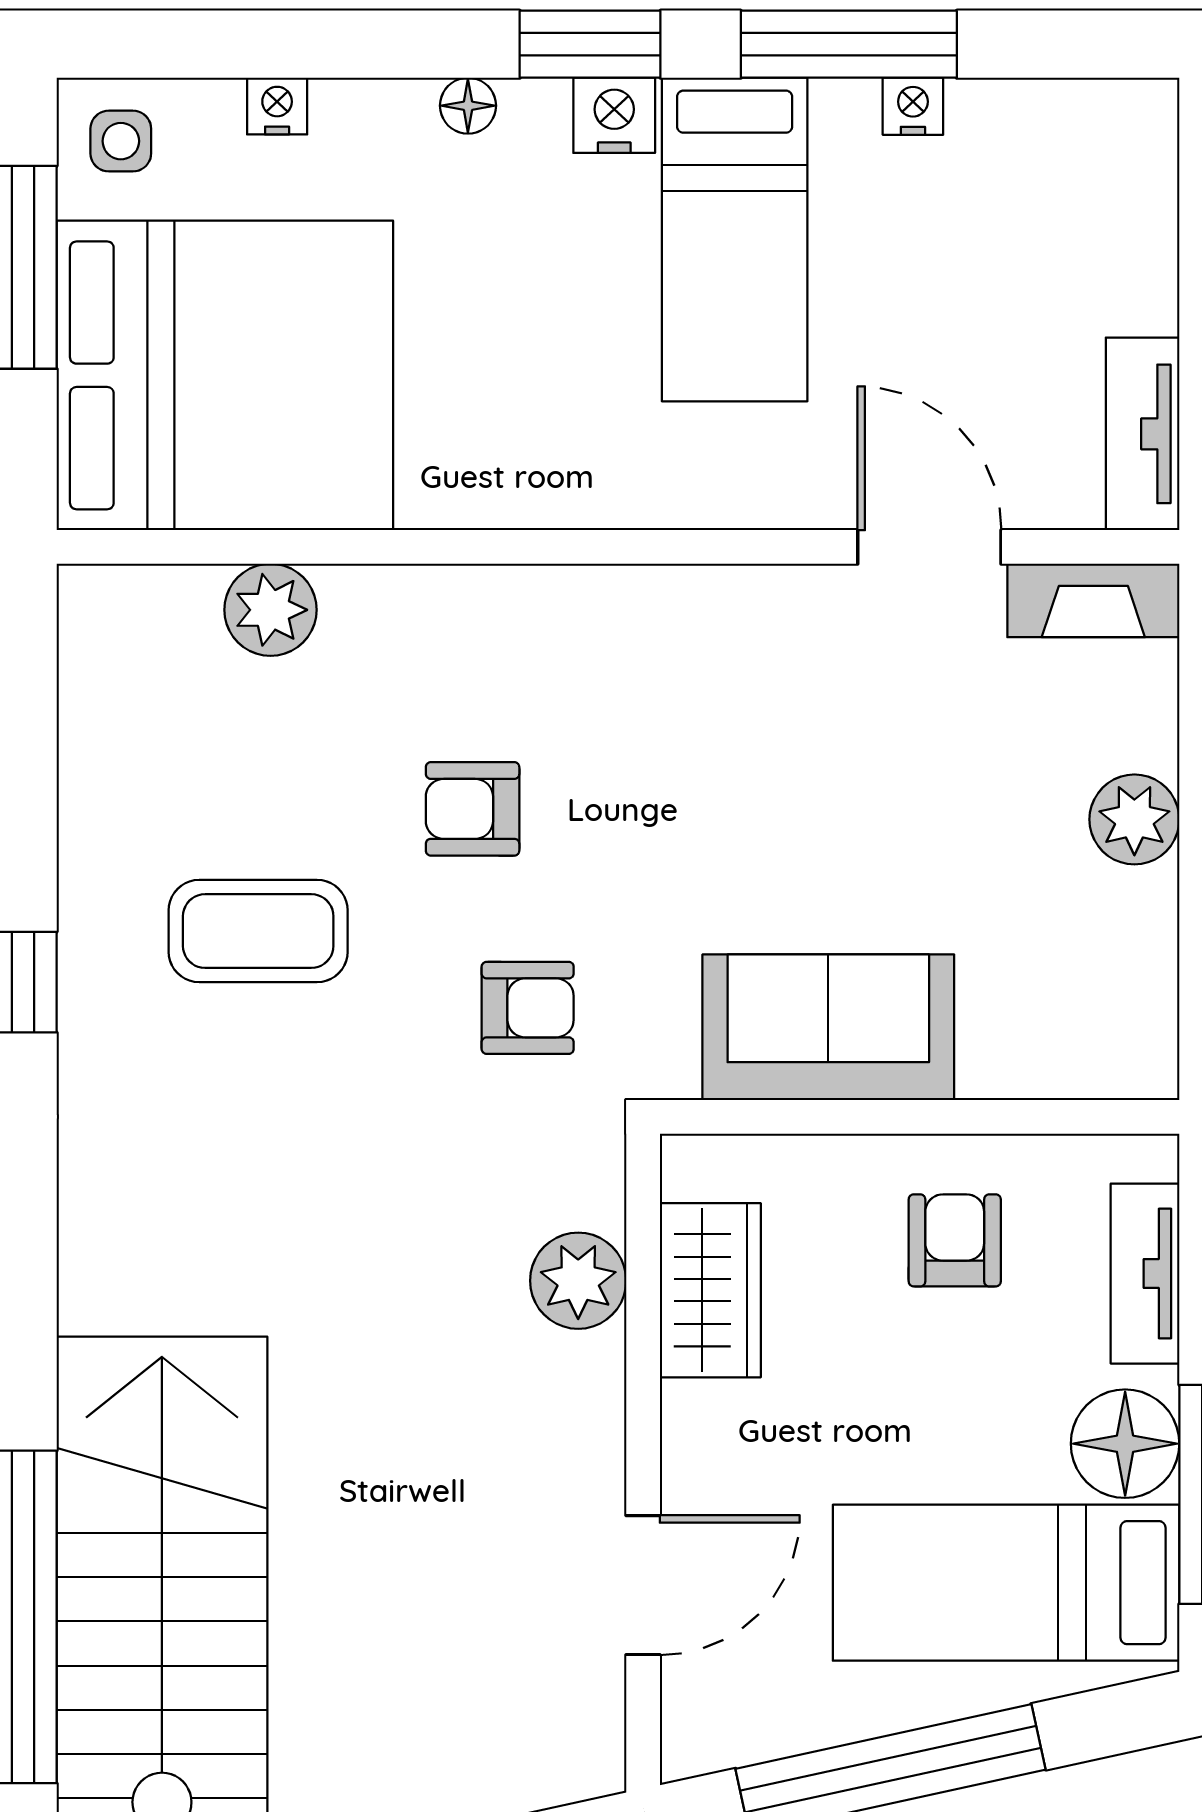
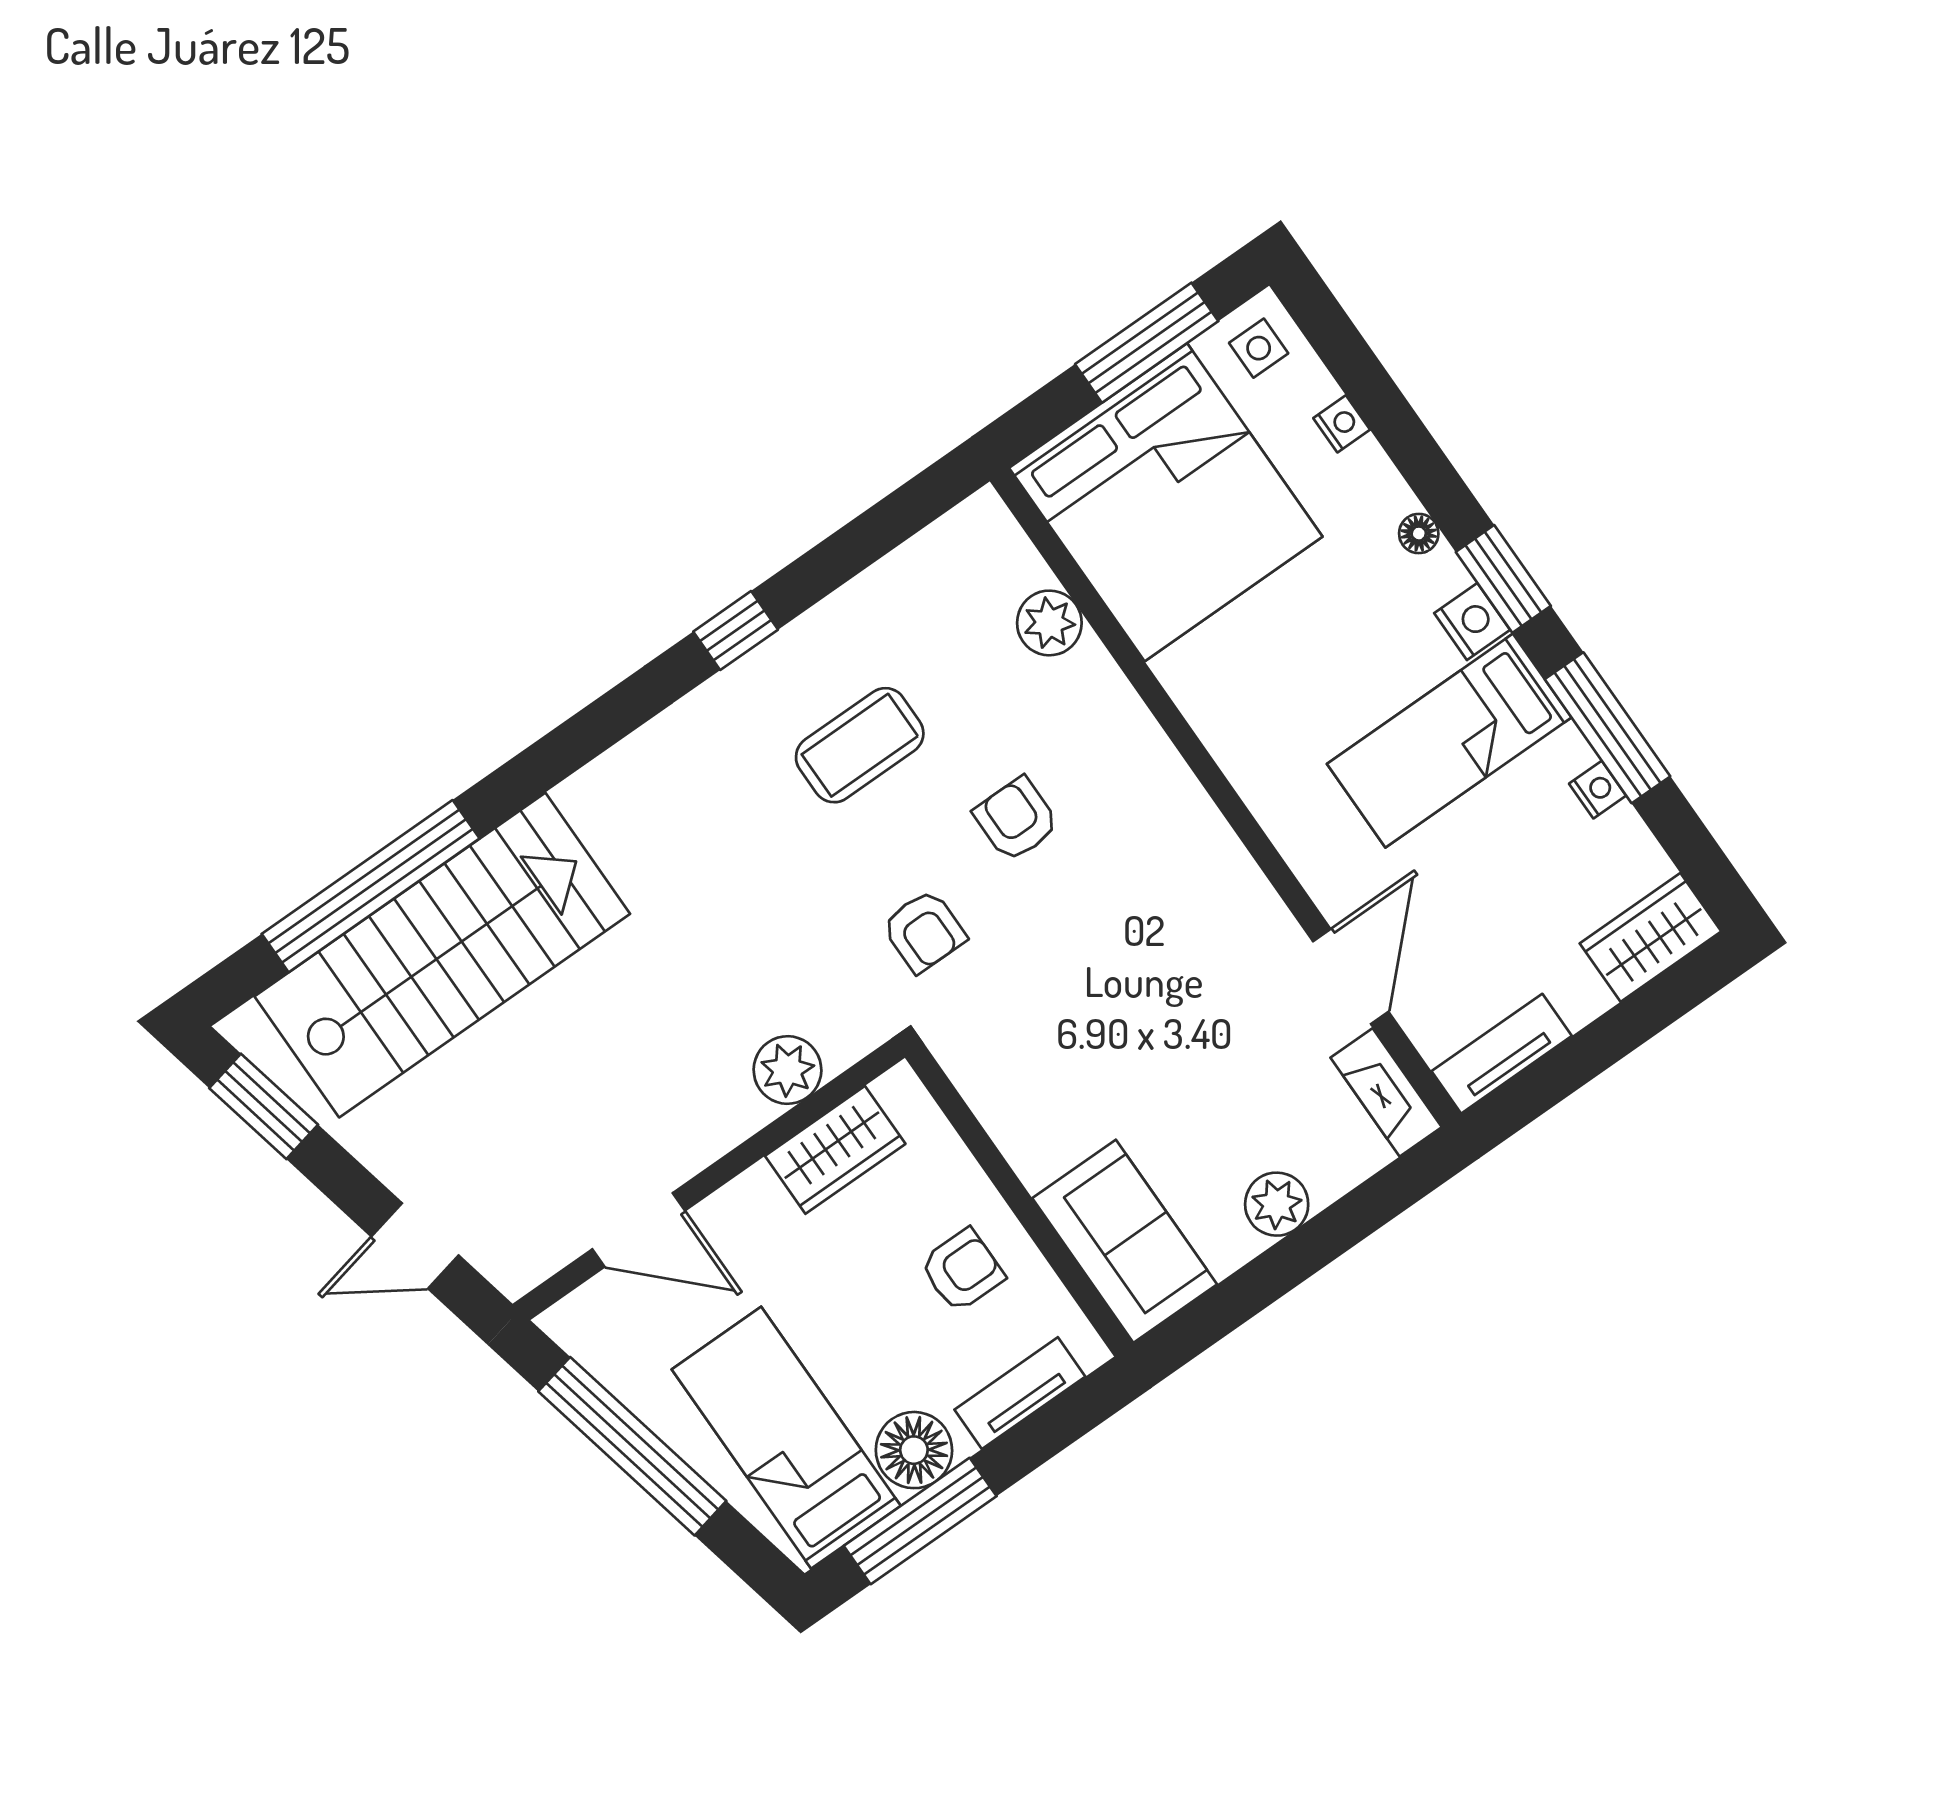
wardrobe: (1129, 165) -> (1650, 937), added
coffee table: (258, 931) -> (860, 745), turned 90
sofa: (828, 1027) -> (1125, 1241), moved

